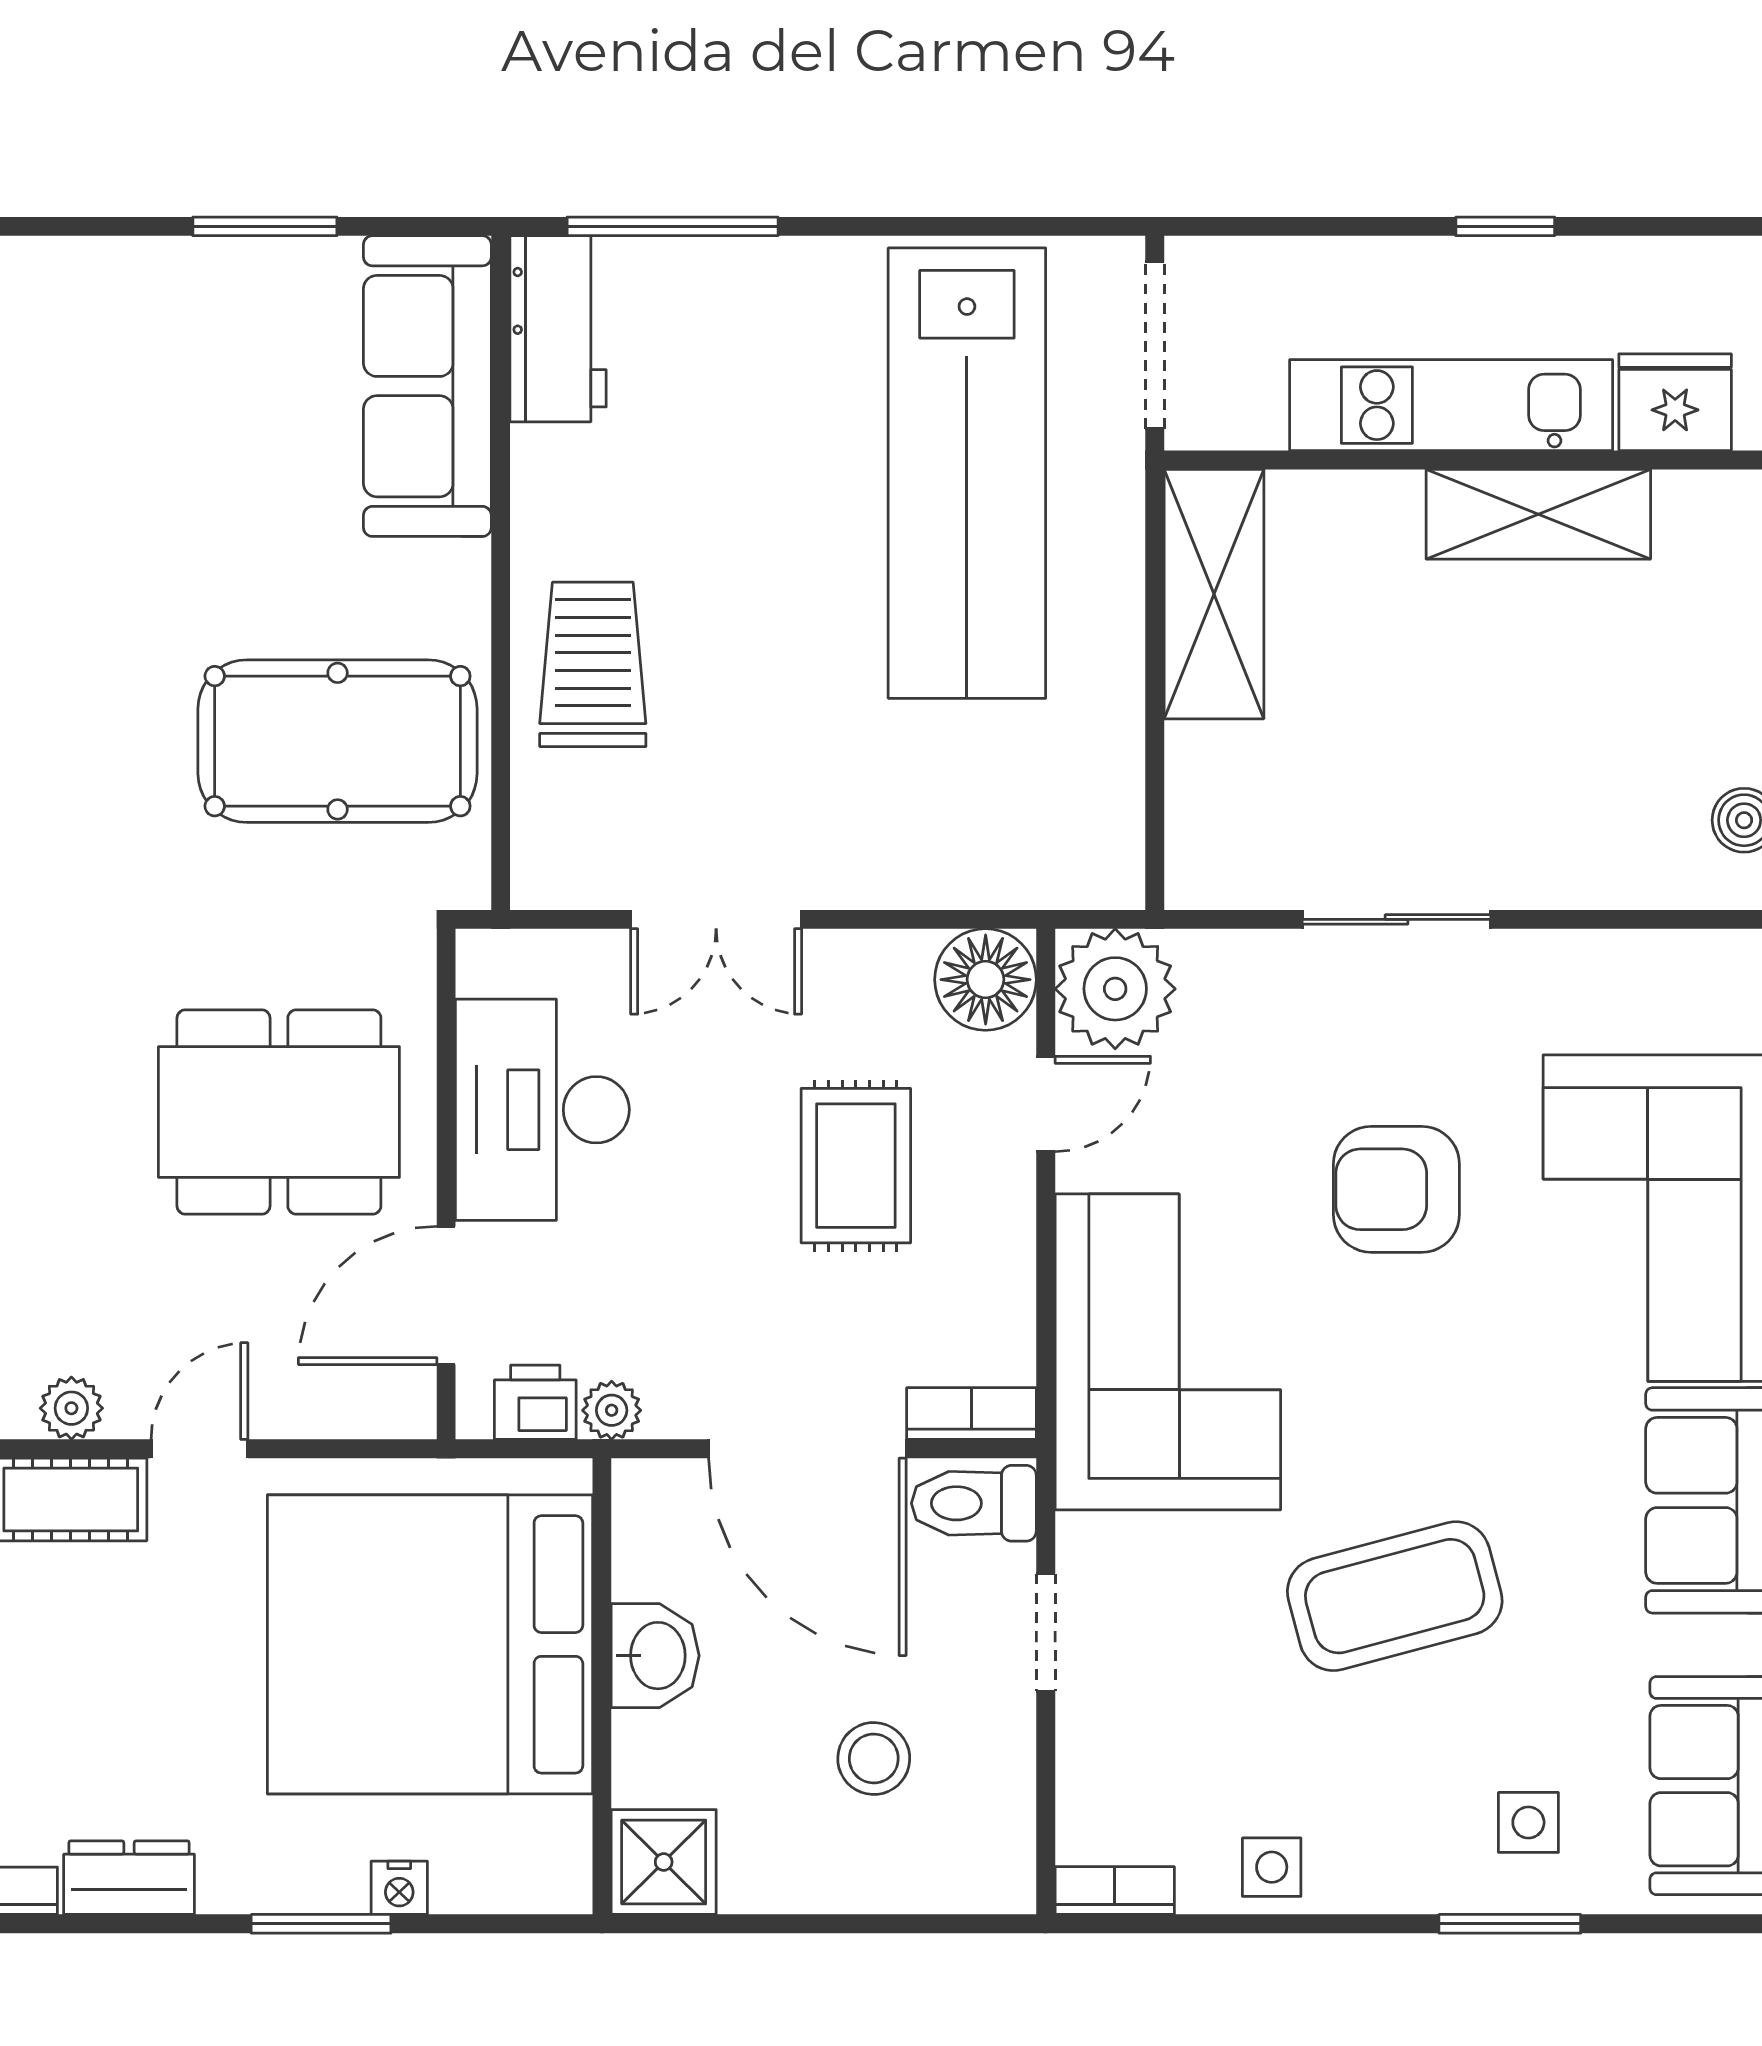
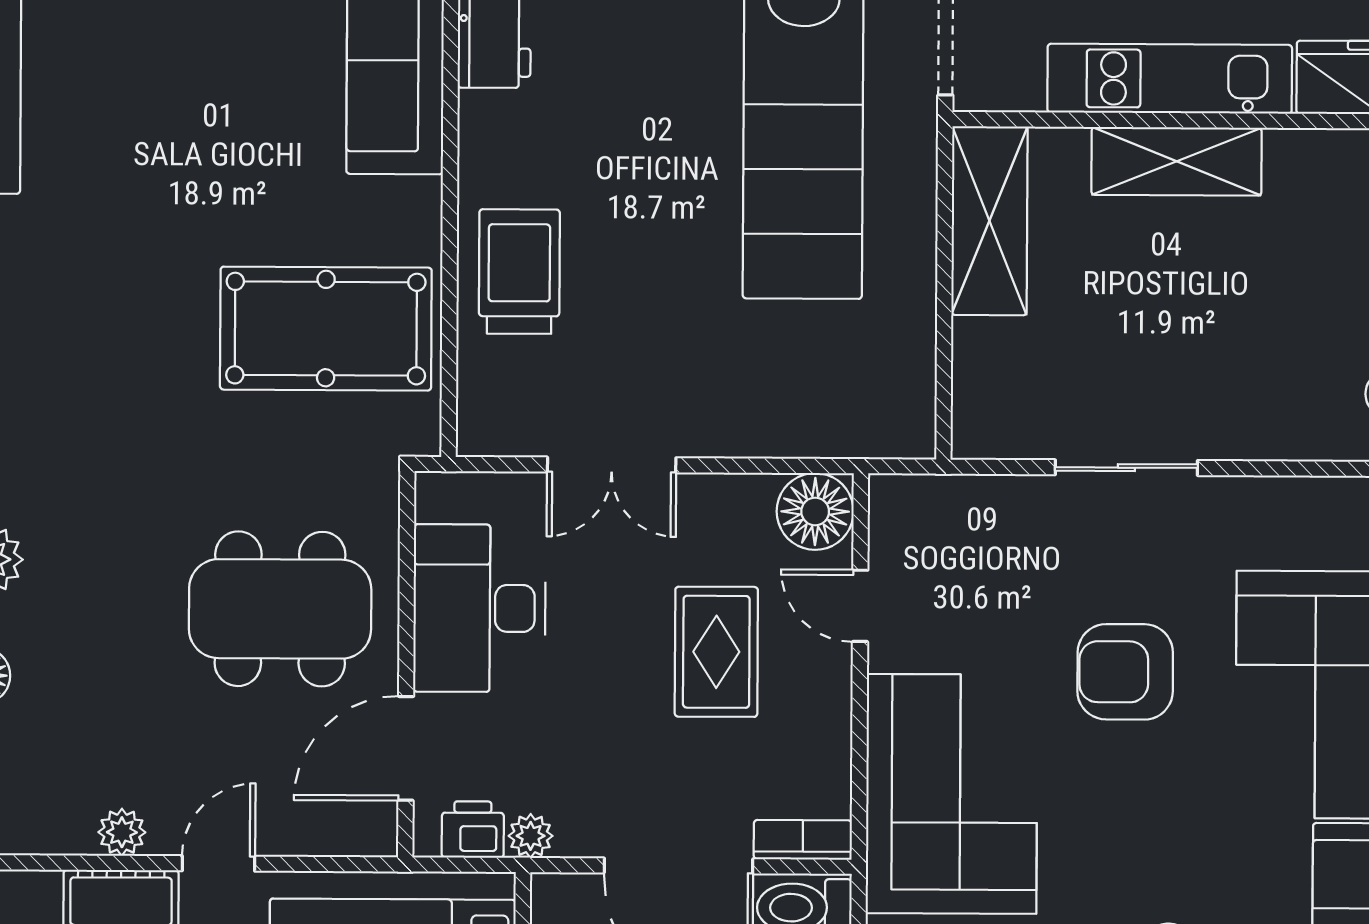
shelving: (1538, 514) -> (1177, 161), moved
plant: (1115, 989) -> (913, 519), removed
door: (1046, 1104) -> (860, 606), swing flipped

